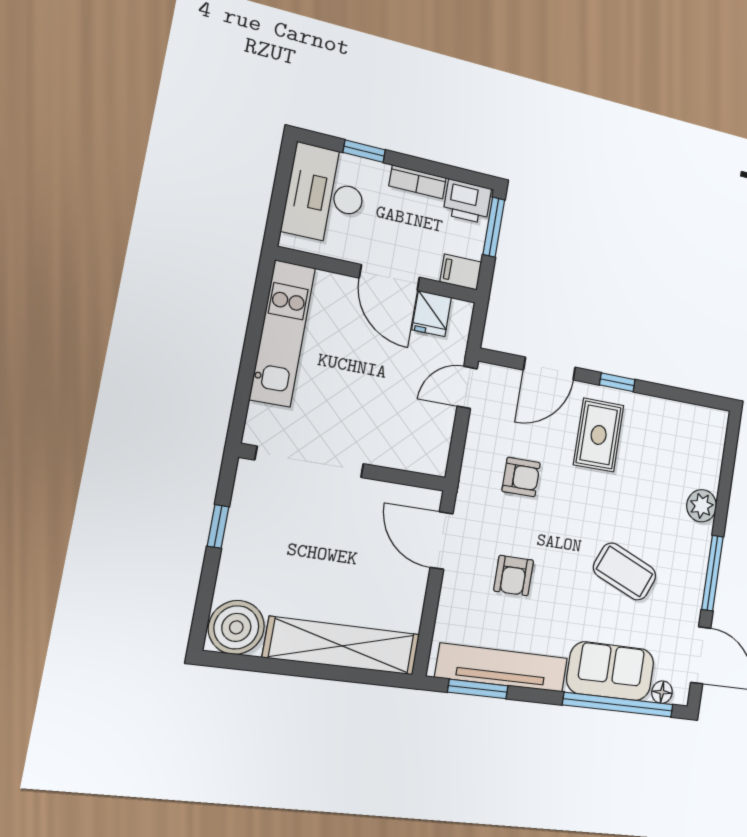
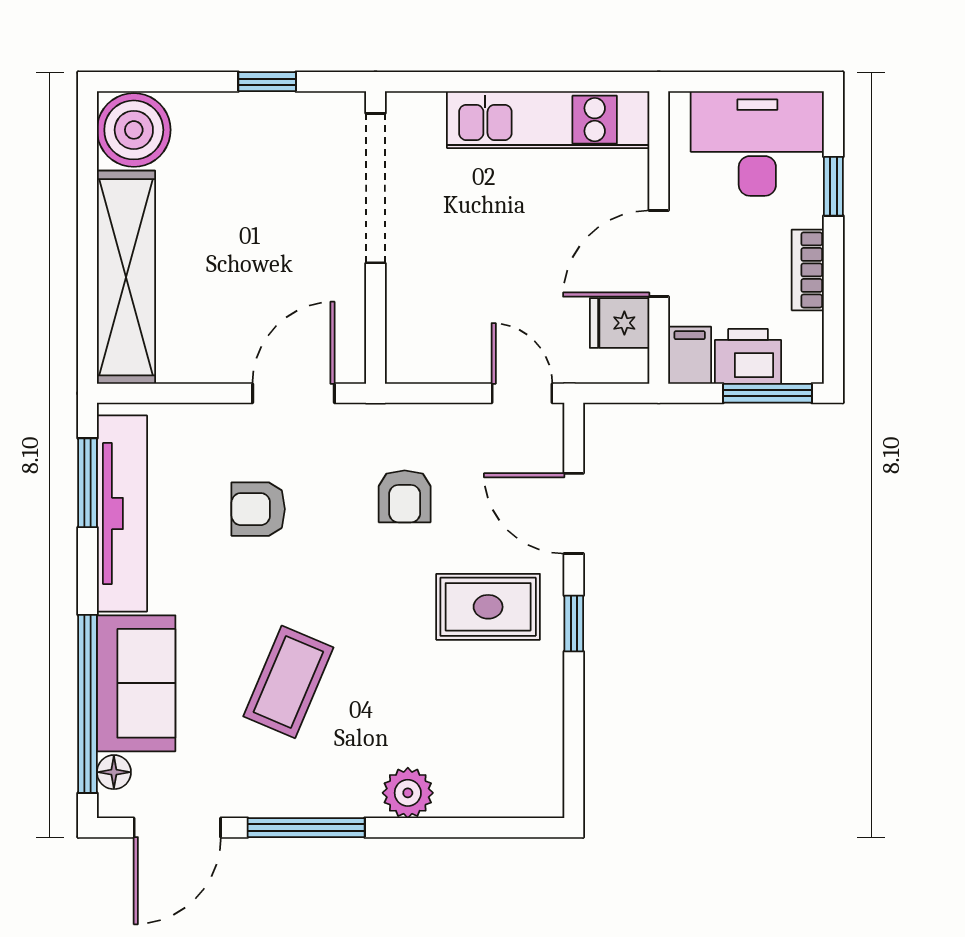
printer: (467, 201) -> (748, 356), moved, turned 90

